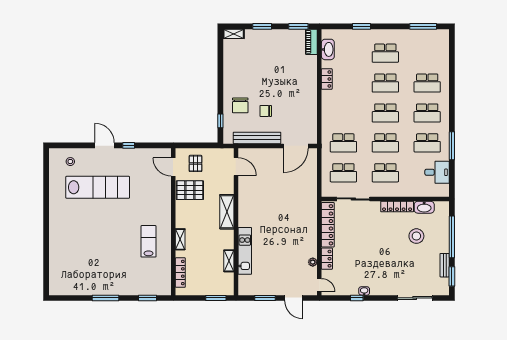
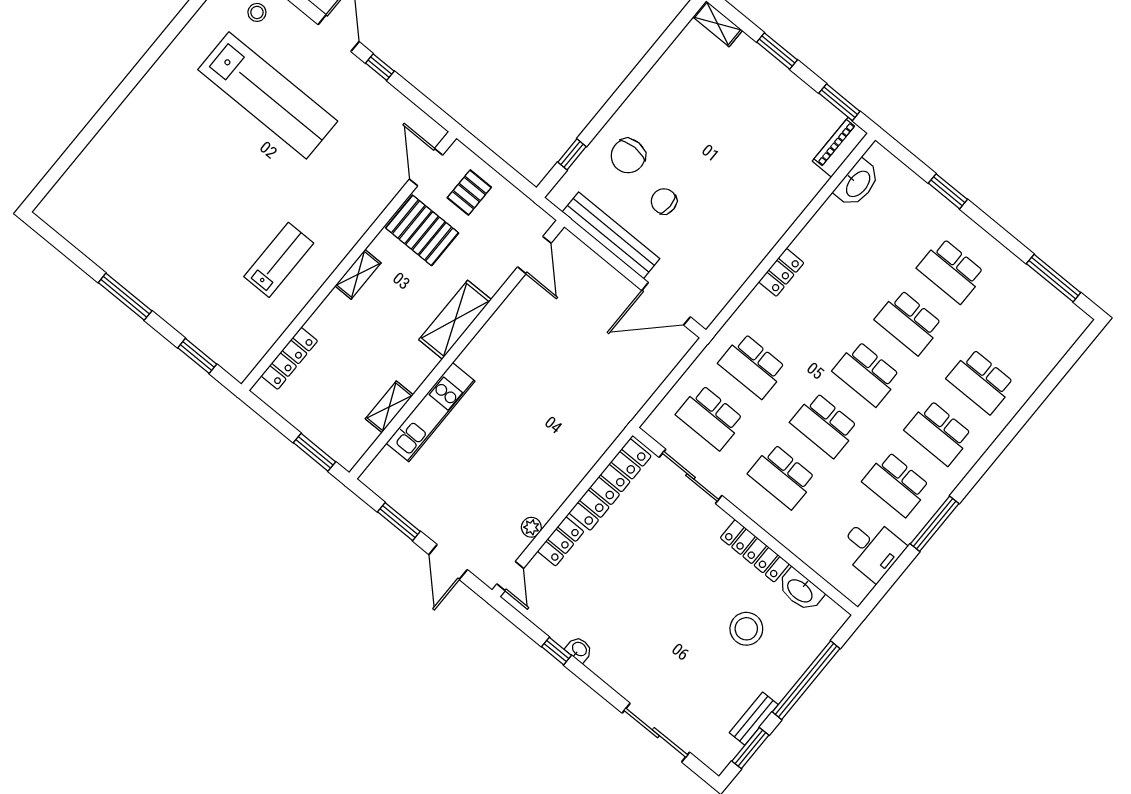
locker: (327, 79) -> (781, 272), moved
shelving: (180, 239) -> (358, 274), moved

